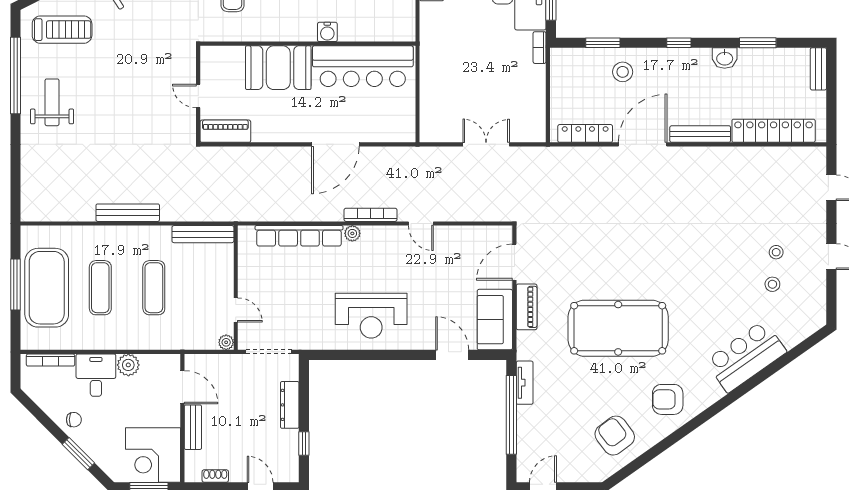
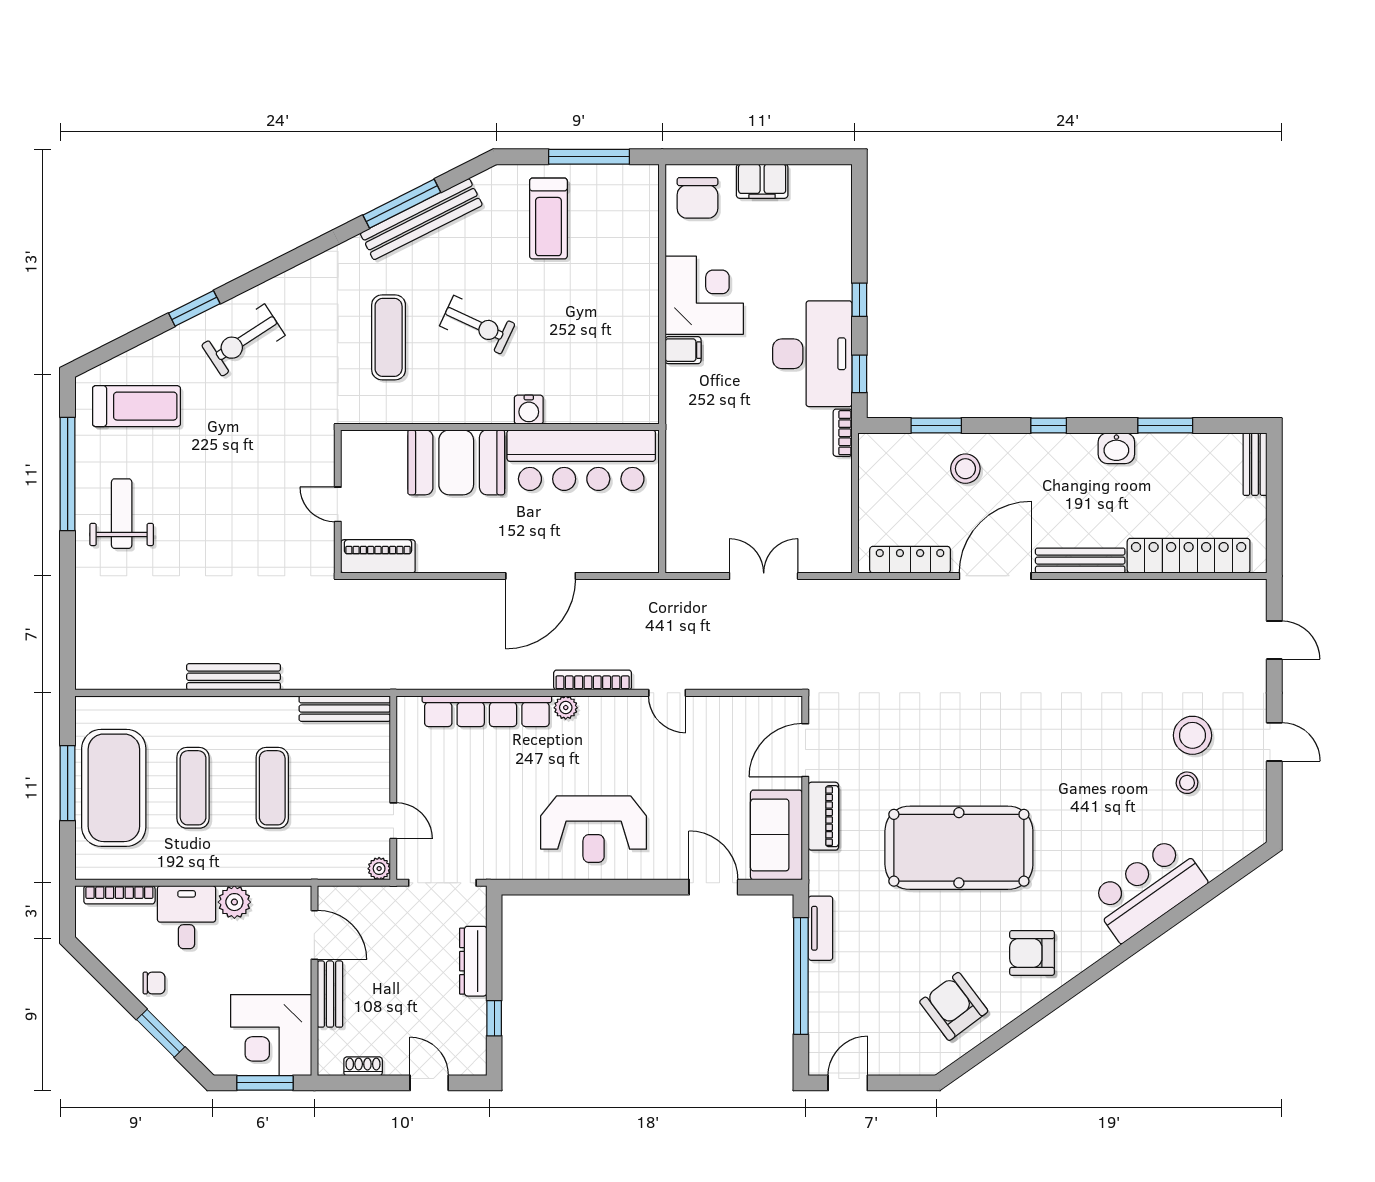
stool: (776, 252) -> (1192, 735), width x1.89, depth x1.89

